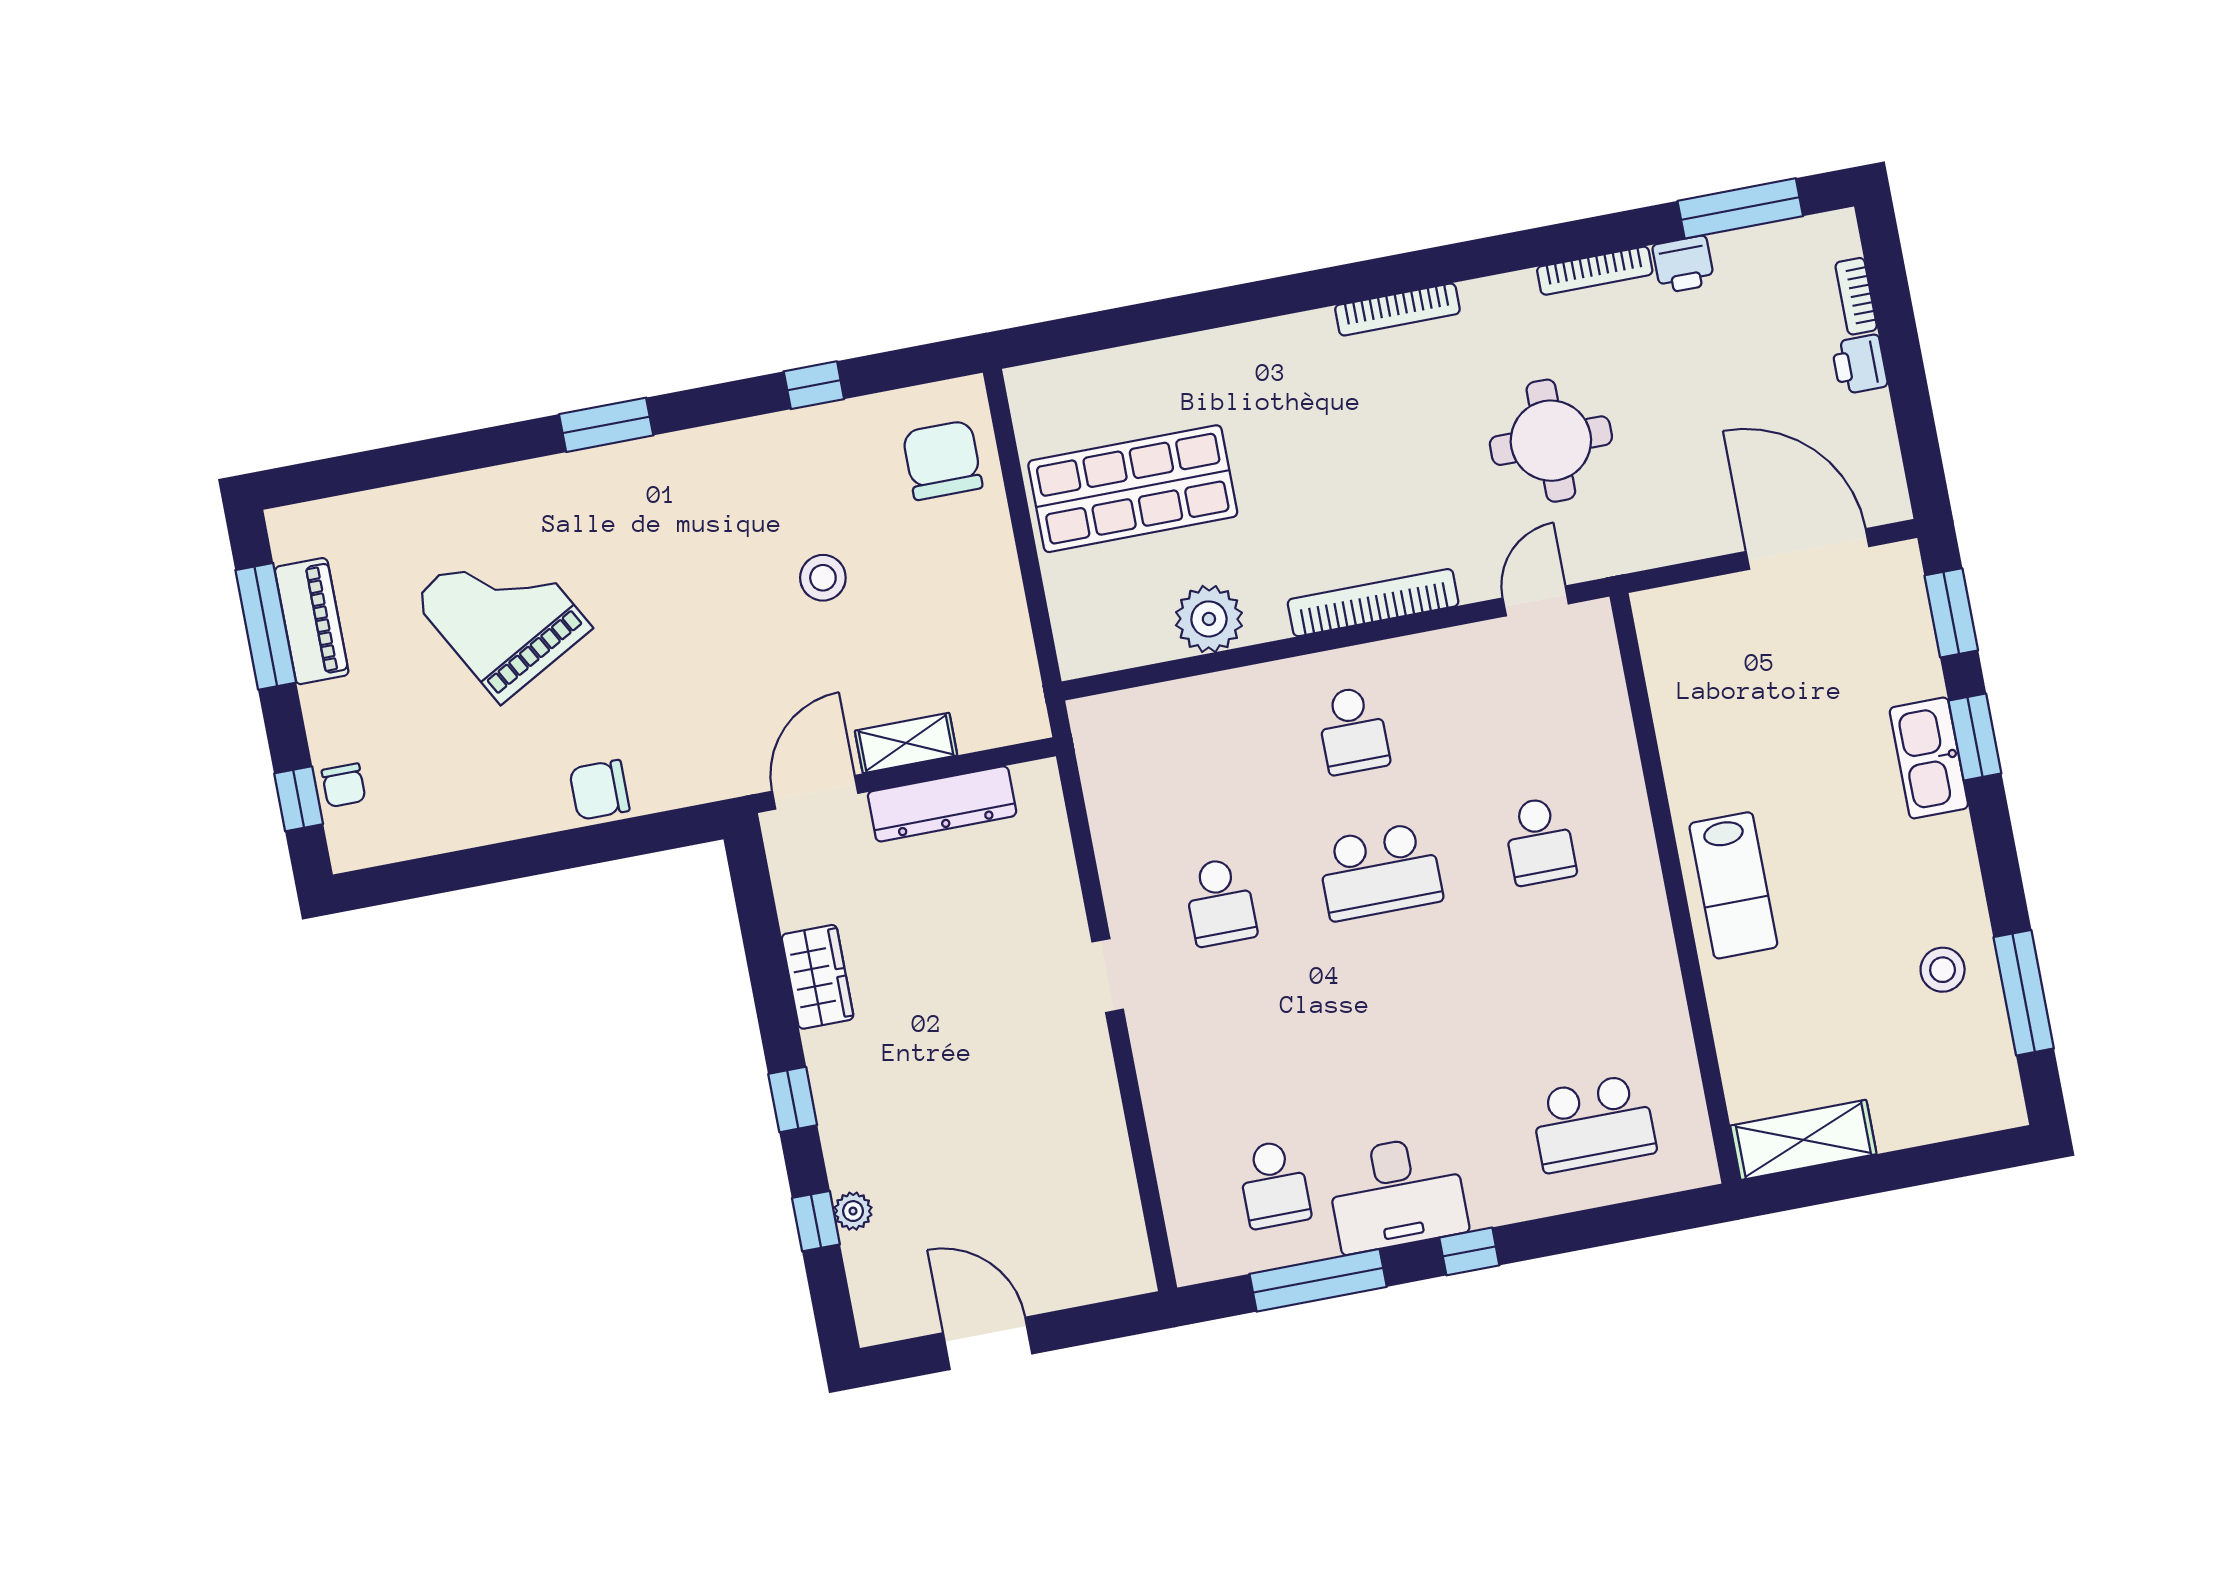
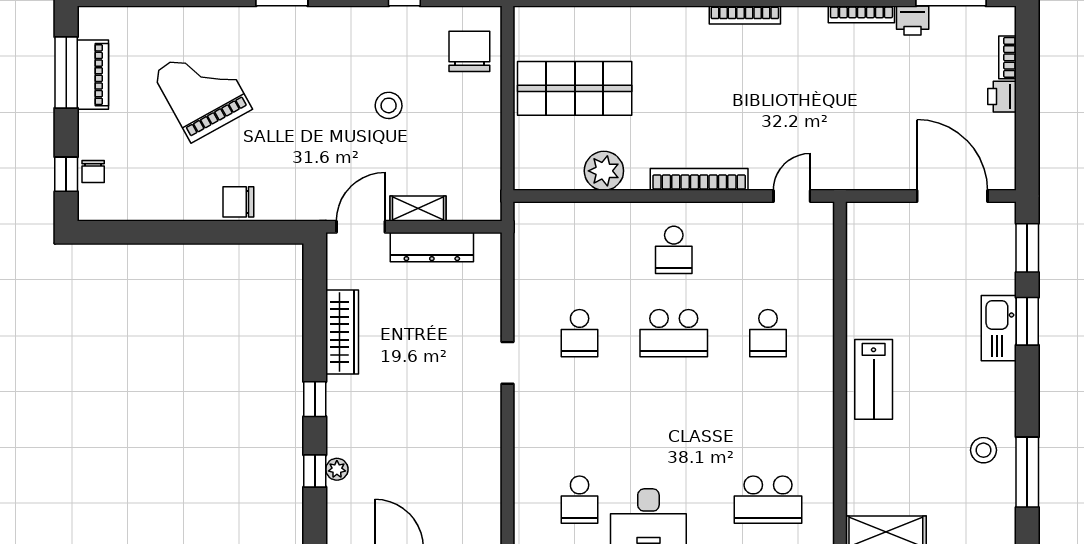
round table: (1551, 441) -> (818, 106), removed
wardrobe: (818, 977) -> (342, 332), width x1.50

